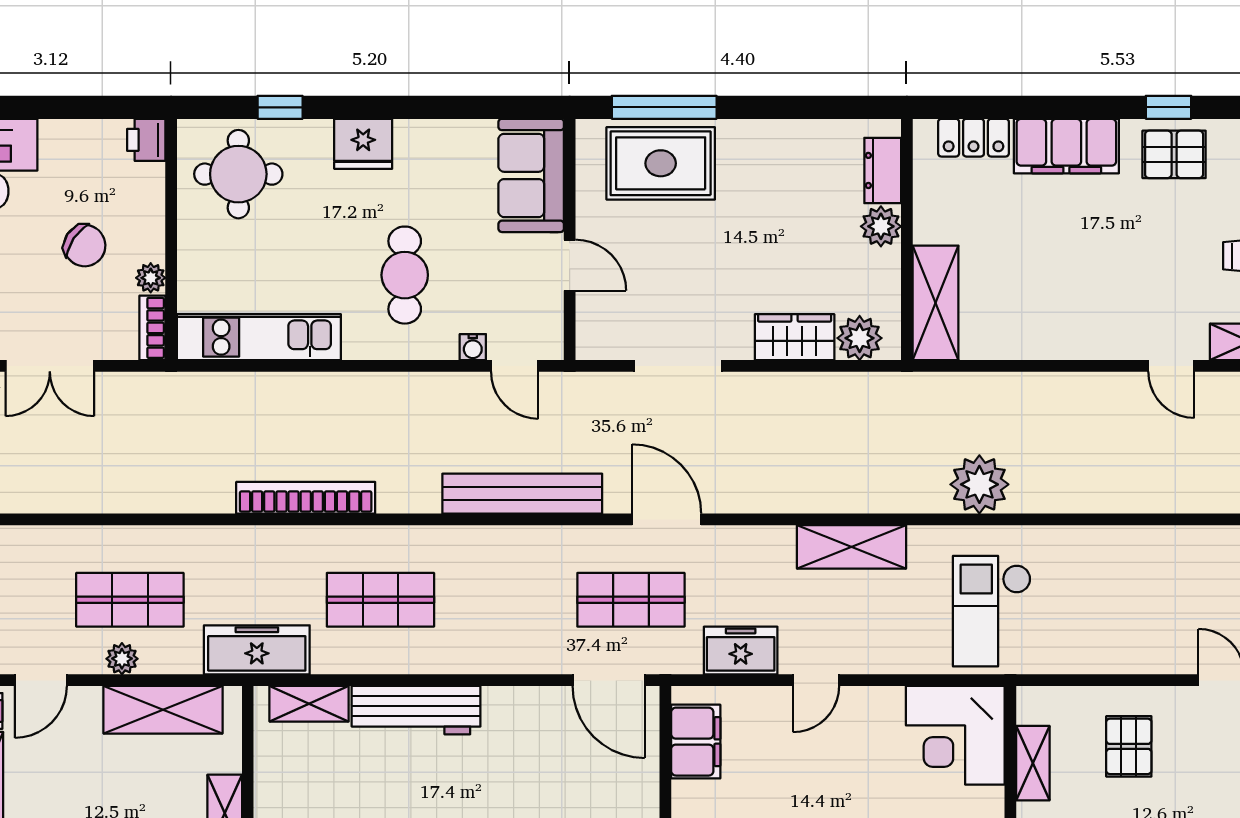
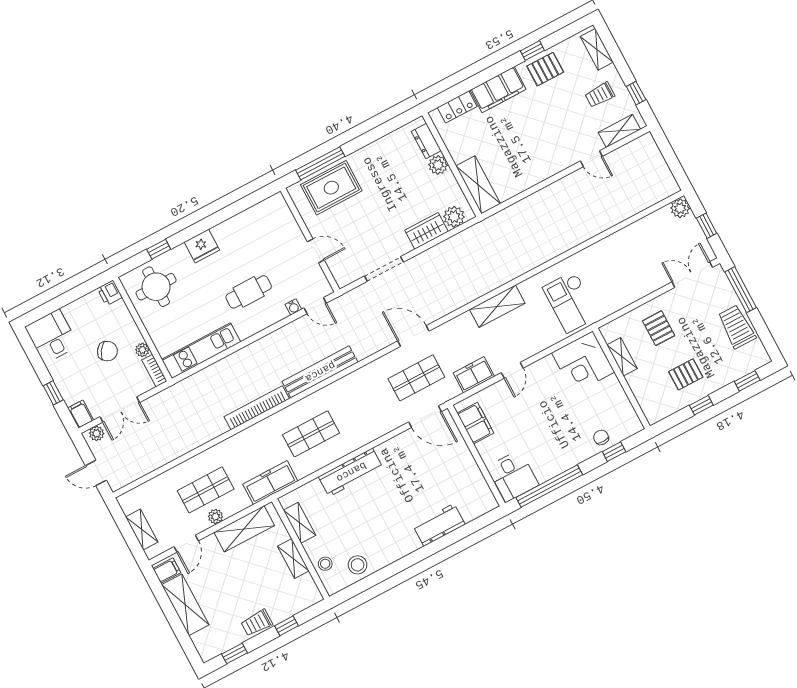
sofa: (531, 175) -> (280, 222), removed
cafe table: (405, 275) -> (249, 292), turned 90
plant: (979, 484) -> (537, 251), removed
bench: (522, 494) -> (320, 372), moved
shelving: (309, 704) -> (299, 523), moved, turned 90

